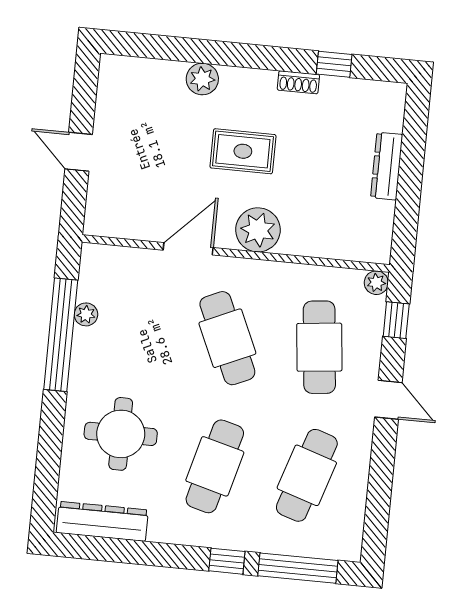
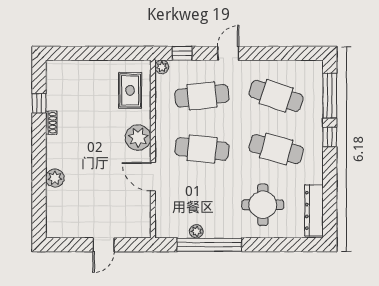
rug: (243, 151) -> (130, 90), moved
dresser: (387, 166) -> (94, 67), removed
cafe table: (227, 338) -> (202, 149), turned 30

